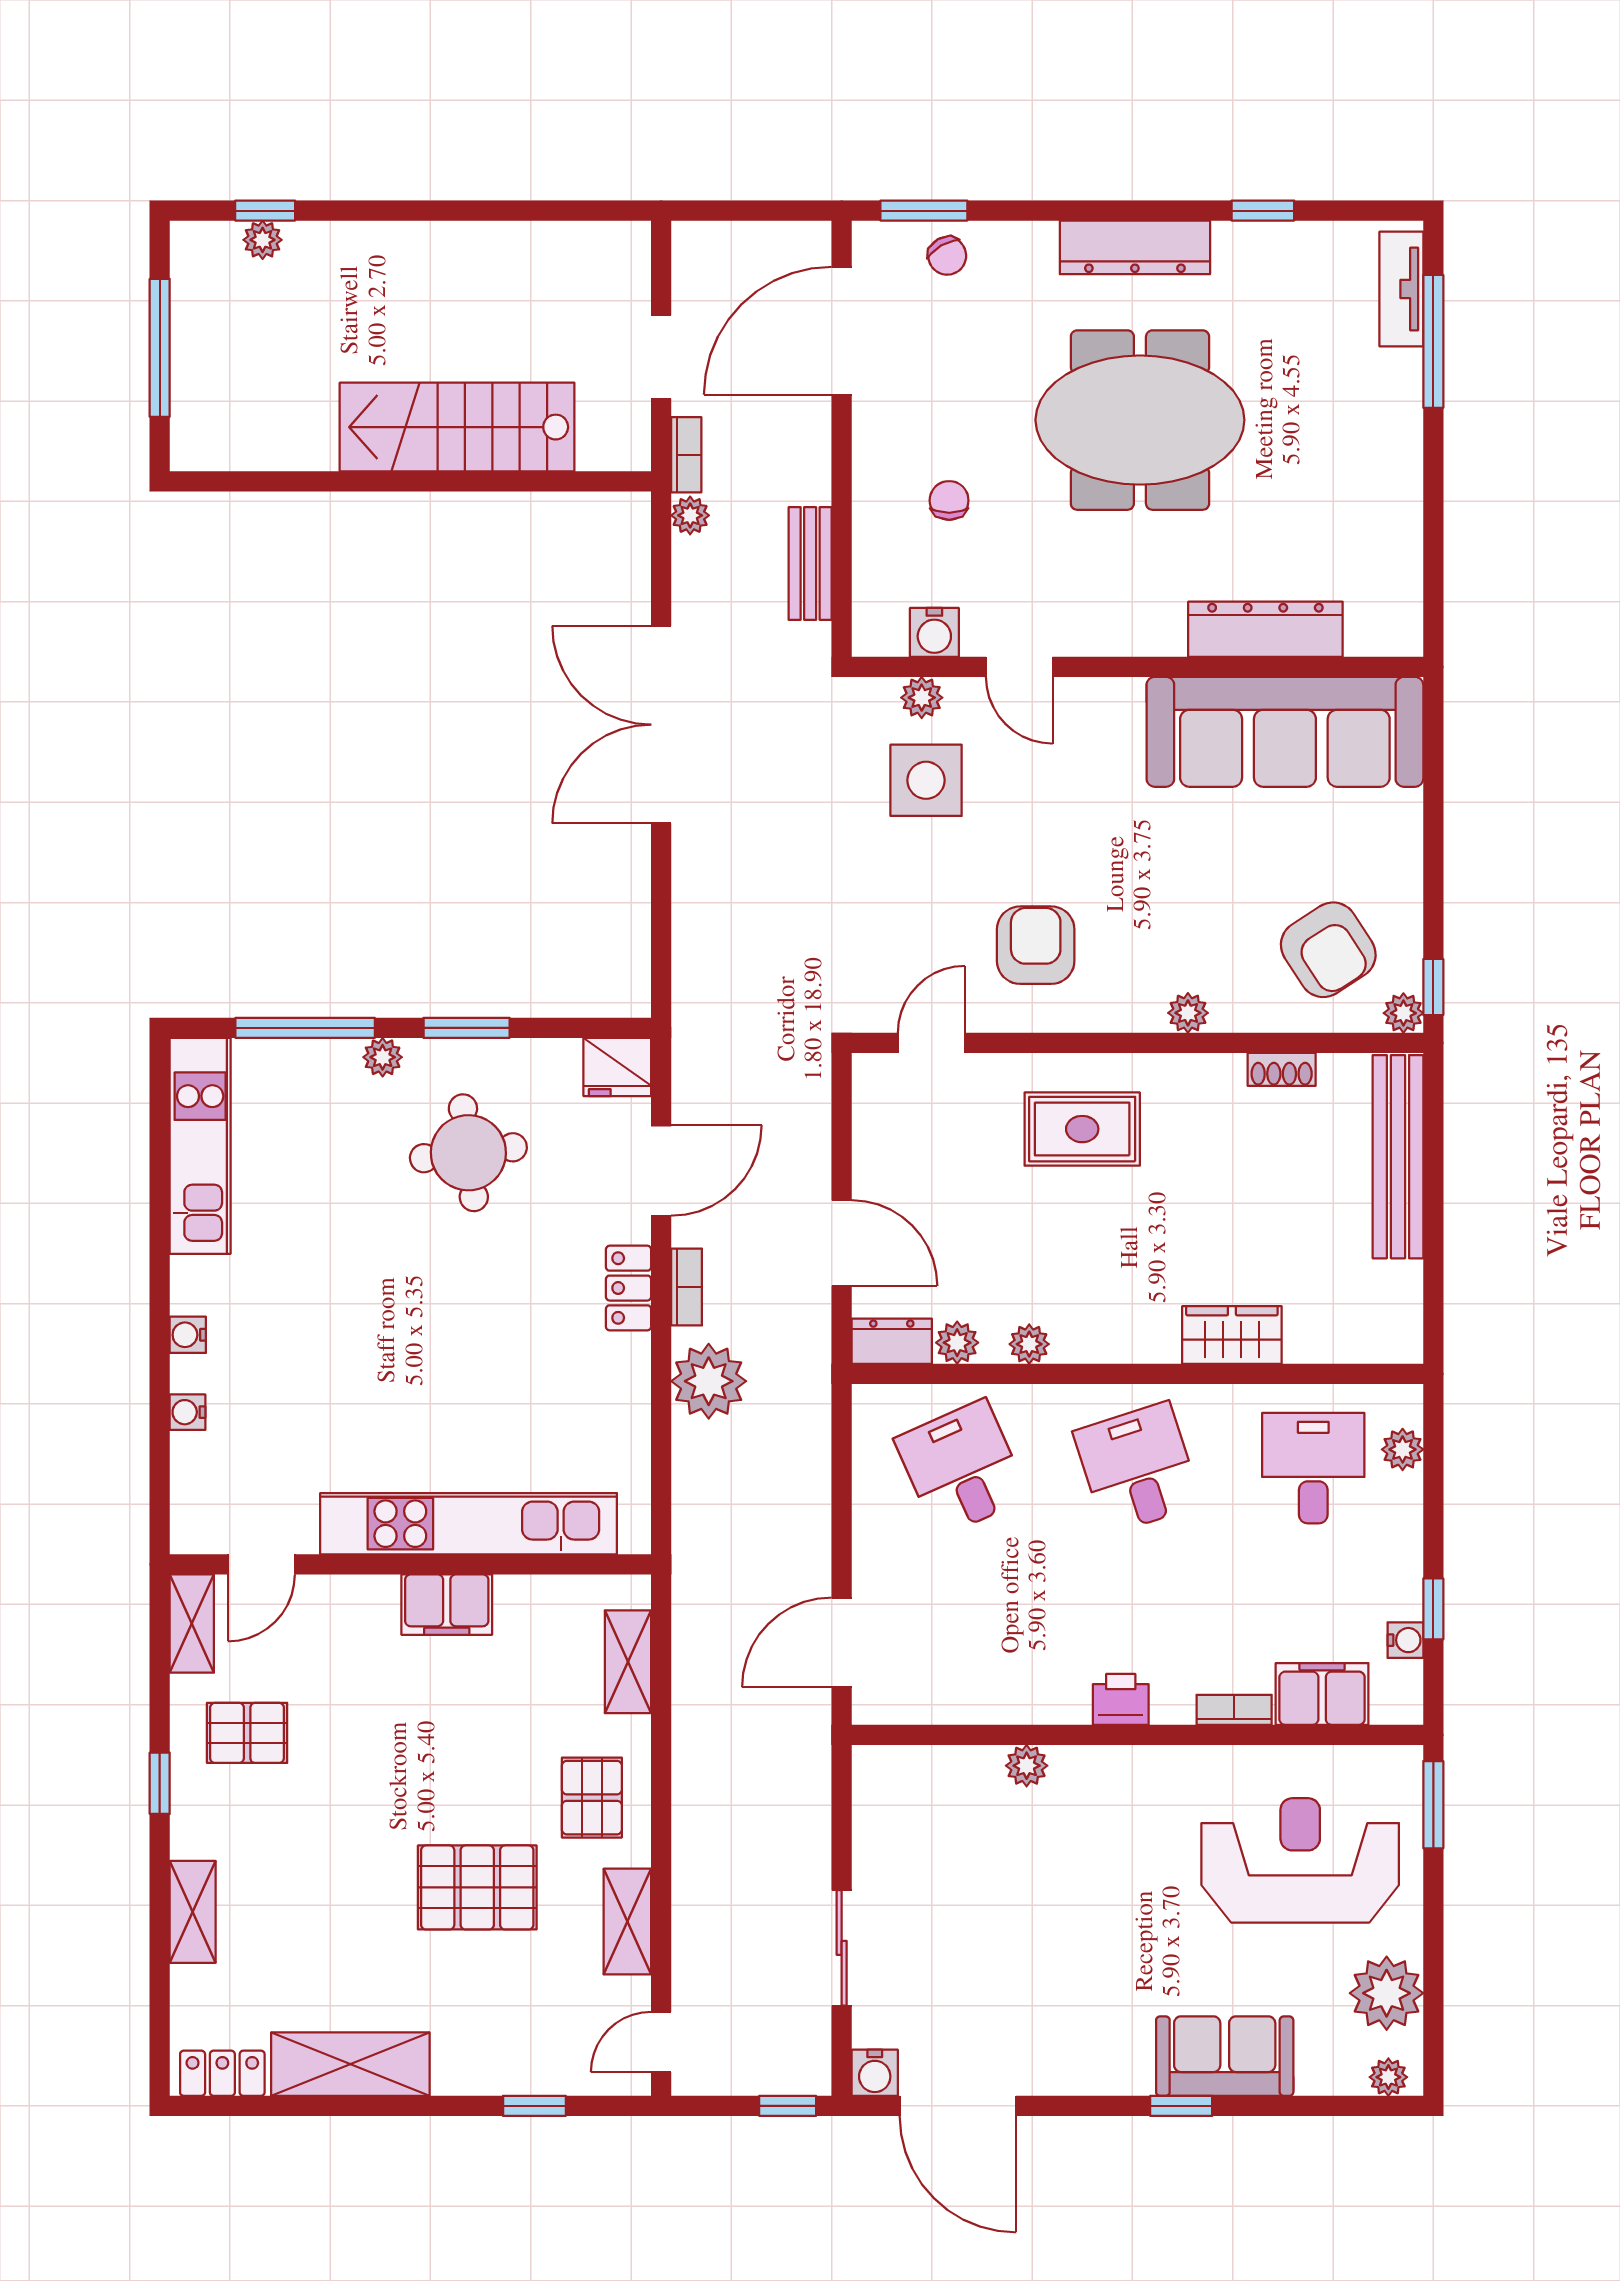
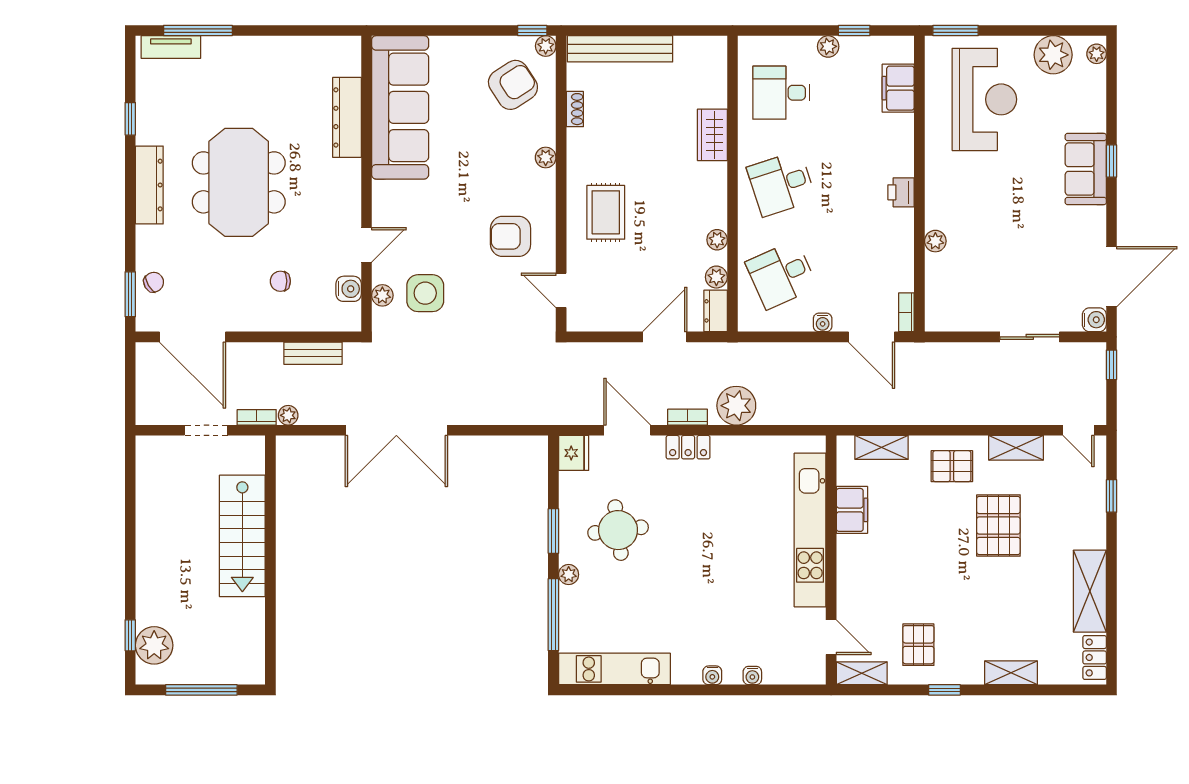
plant: (263, 240) -> (154, 645), width x1.88, depth x1.88
plant: (1403, 1449) -> (828, 46), moved
filing cabinet: (447, 1605) -> (852, 510), moved
water cooler: (1405, 1640) -> (823, 322), moved, turned 180
bookcase: (1234, 1710) -> (906, 312), moved
reception desk: (1300, 1860) -> (984, 99), turned 180
sofa: (1225, 2056) -> (1086, 169), moved

